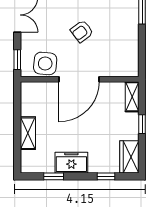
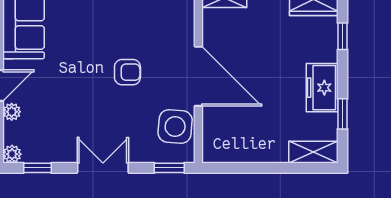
armchair: (82, 31) -> (127, 72), turned -53
shelving: (28, 133) -> (313, 152), moved

